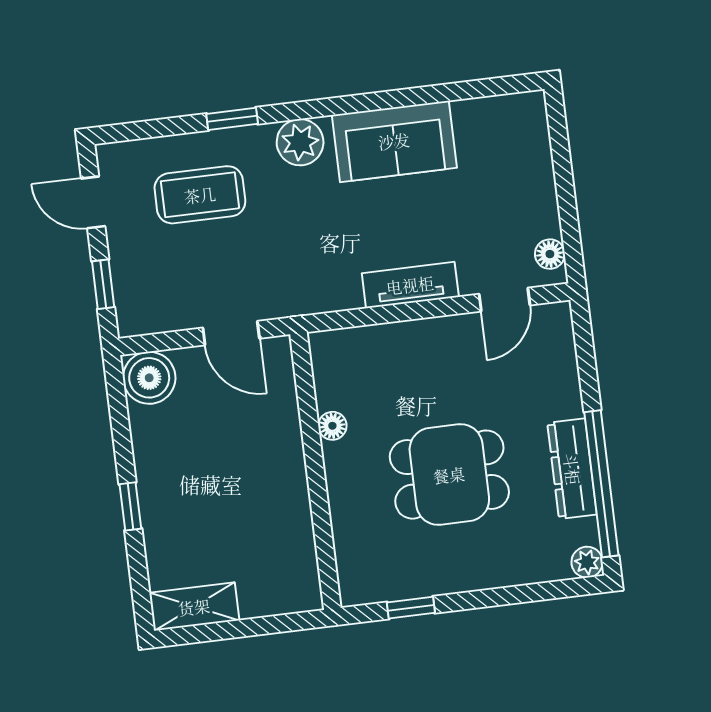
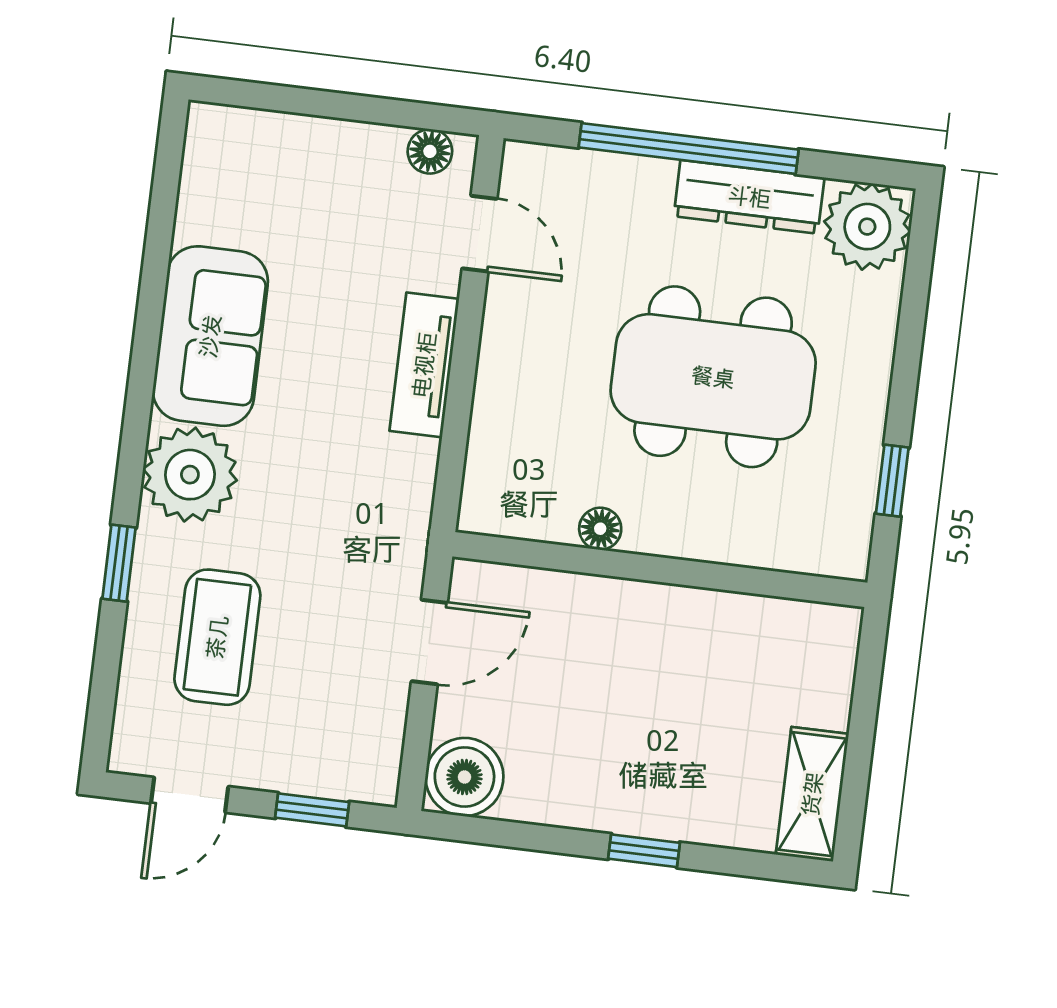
plant: (300, 142) -> (190, 475), width x1.36, depth x1.36
dining table: (449, 475) -> (713, 377), width x1.38
window: (601, 484) -> (689, 148), moved
plant: (587, 562) -> (867, 227), width x1.88, depth x1.88

